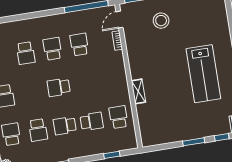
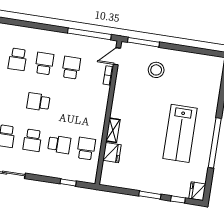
fridge: (144, 113) -> (112, 153), added
school desk: (65, 126) -> (32, 140), turned -90

